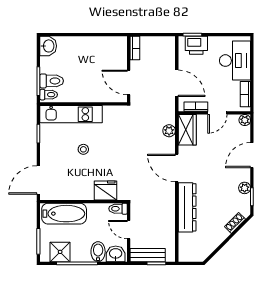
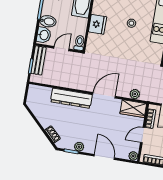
door: (217, 113) -> (143, 135), hinge flipped
fridge: (105, 191) -> (97, 24), moved

